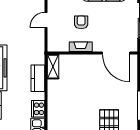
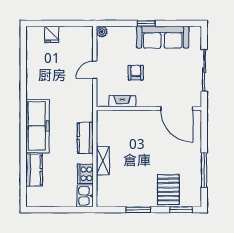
fireplace: (81, 47) -> (122, 101), moved
shelving: (53, 67) -> (103, 161), moved

